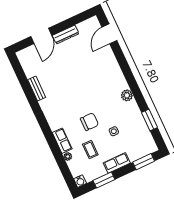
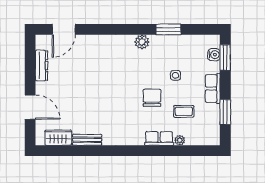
door: (109, 34) -> (64, 29), hinge flipped
dresser: (66, 35) -> (42, 66), moved
wardrobe: (28, 67) -> (58, 138), added
window: (149, 120) -> (169, 29), moved
water cooler: (80, 181) -> (214, 55), moved

